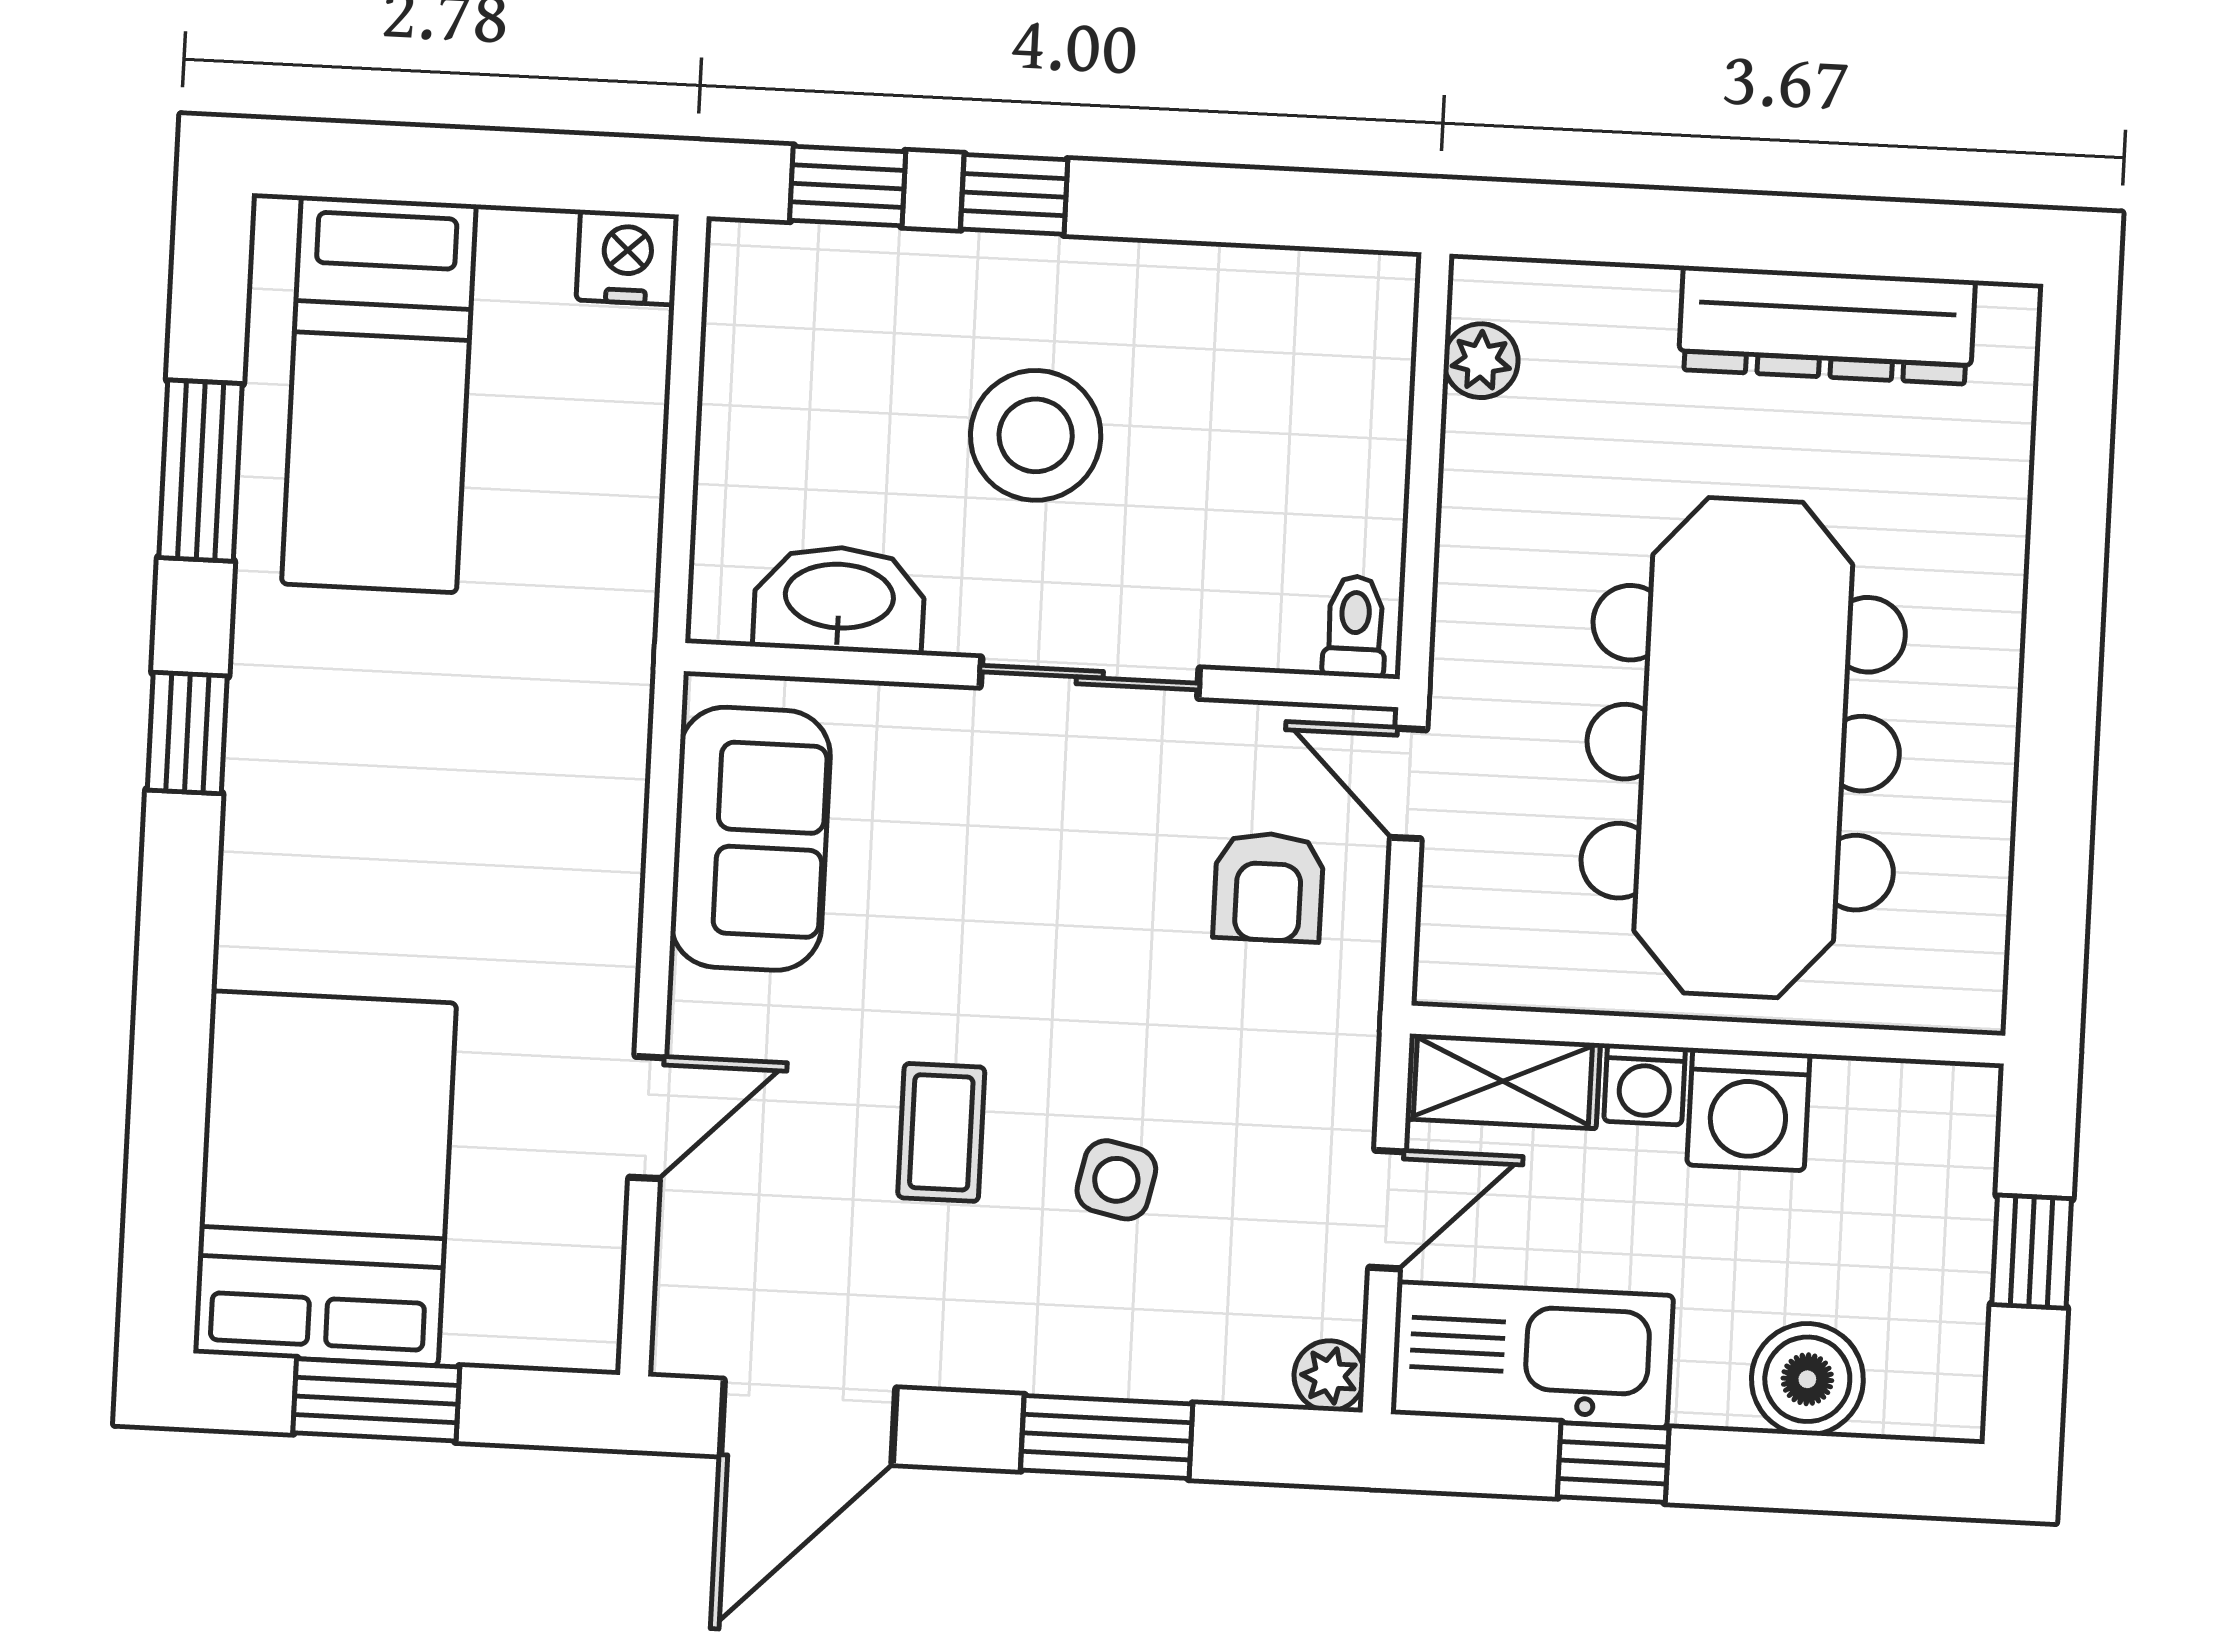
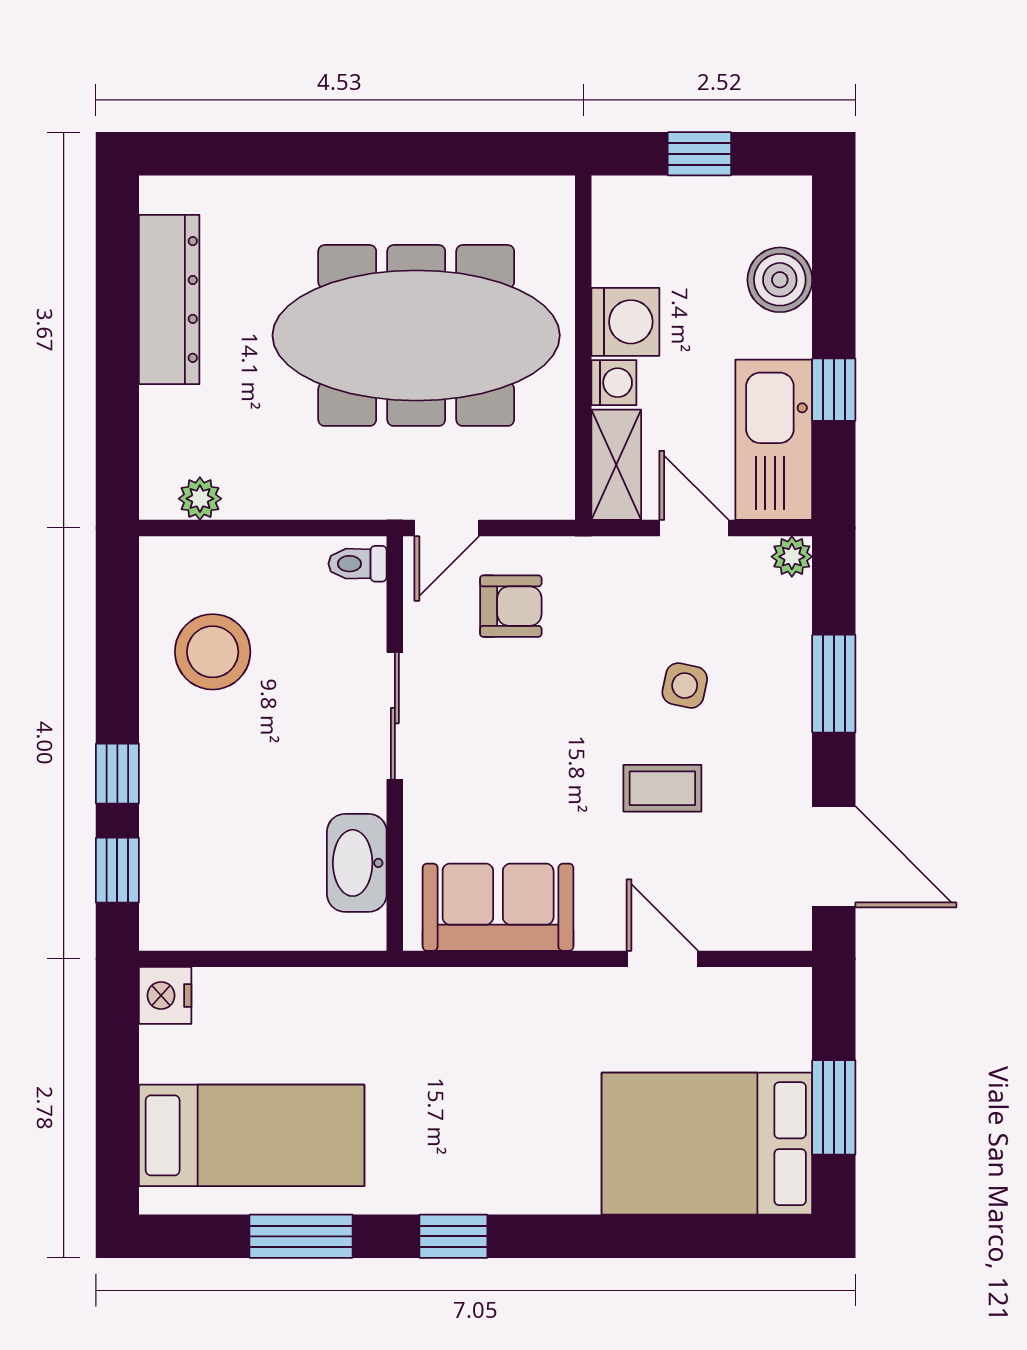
stool: (1036, 435) -> (213, 652), moved

